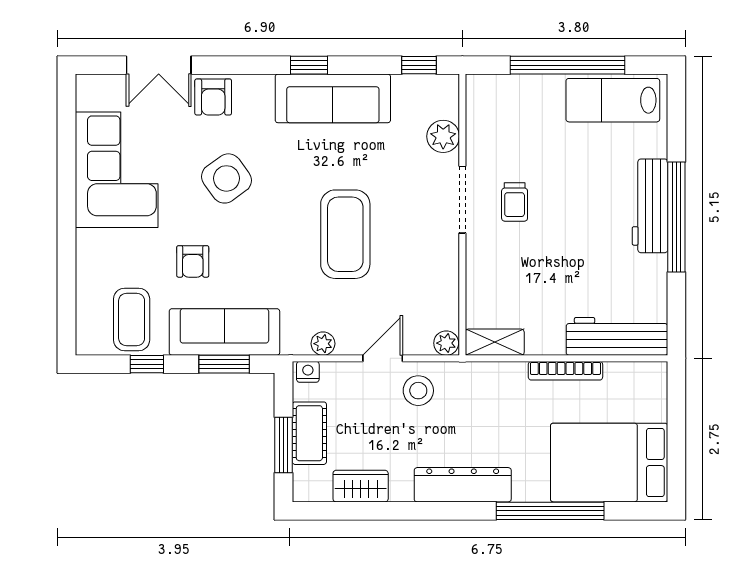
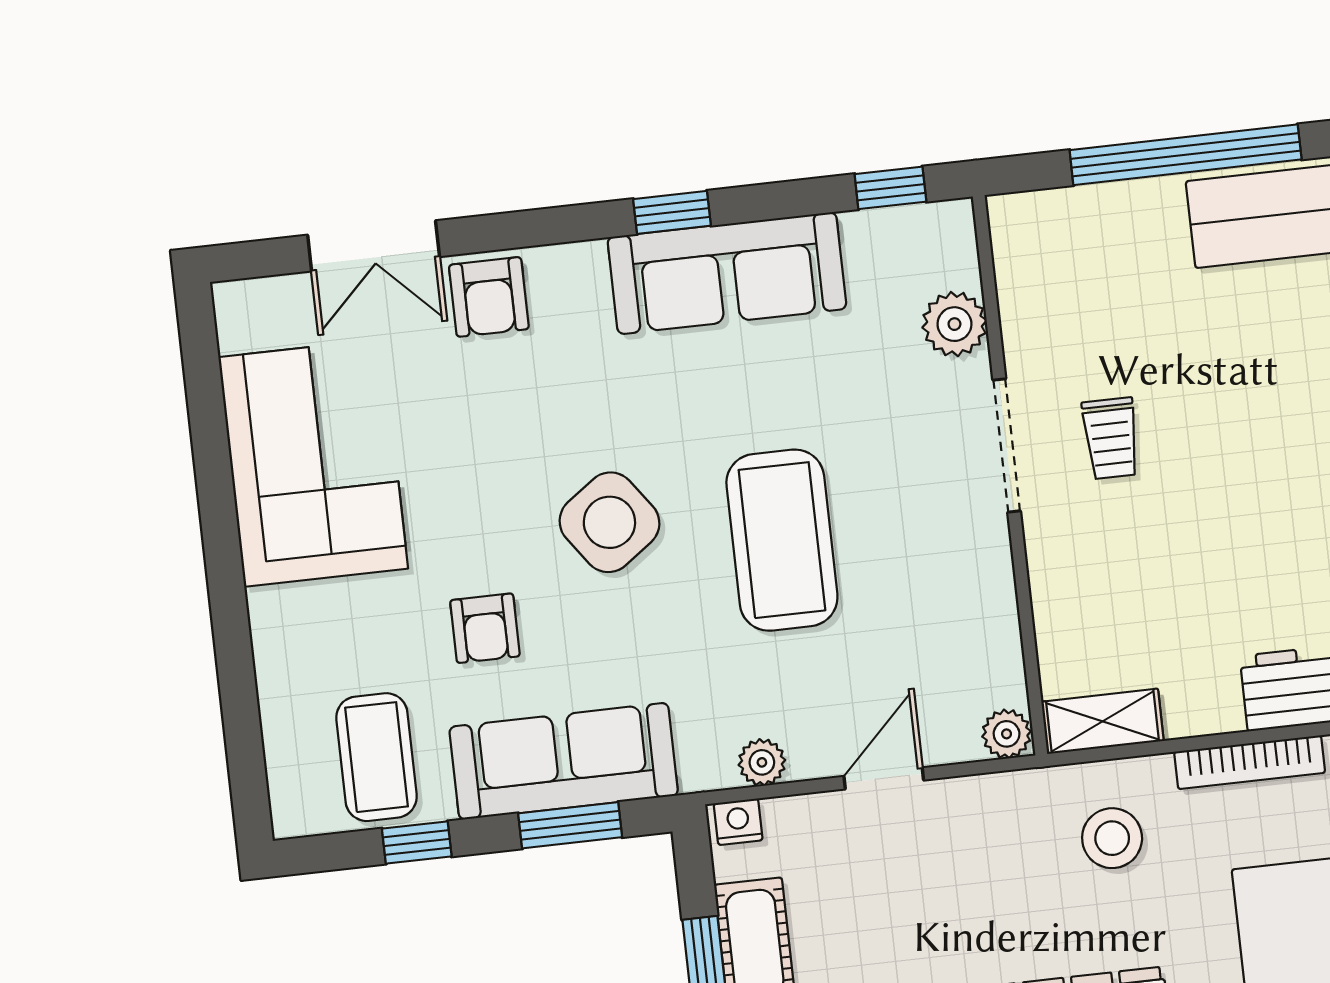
side table: (226, 178) -> (609, 522), moved
stool: (418, 391) -> (1112, 838), moved

